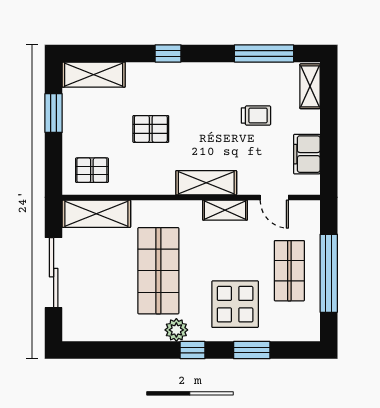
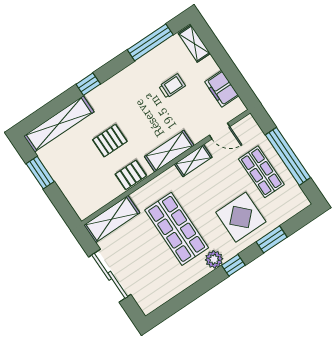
shelving: (94, 75) -> (59, 124), width x1.47
pallet: (92, 170) -> (131, 175), moved

